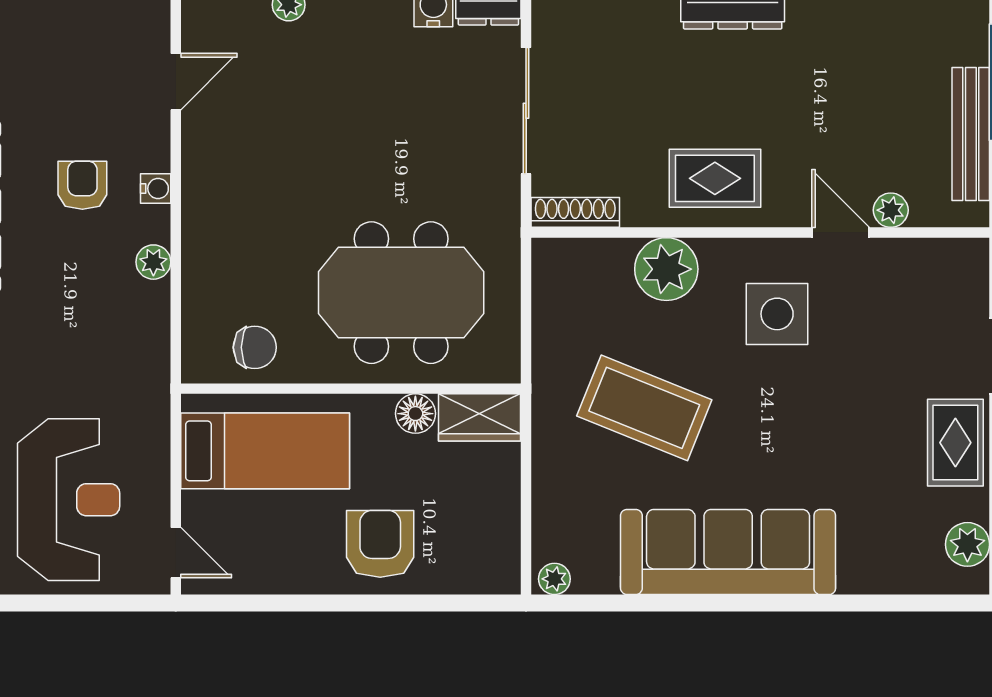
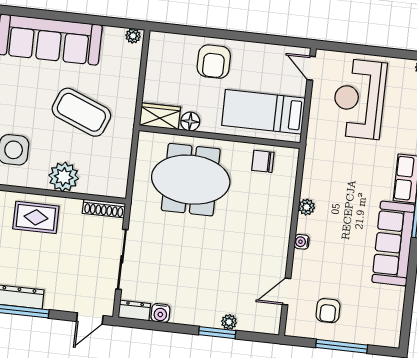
armchair: (82, 185) -> (328, 311), moved

